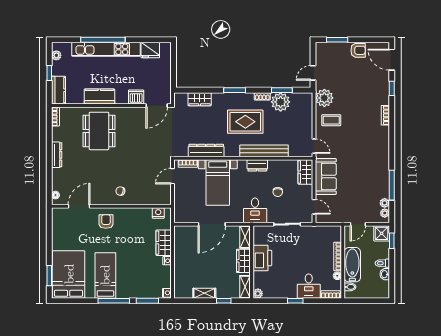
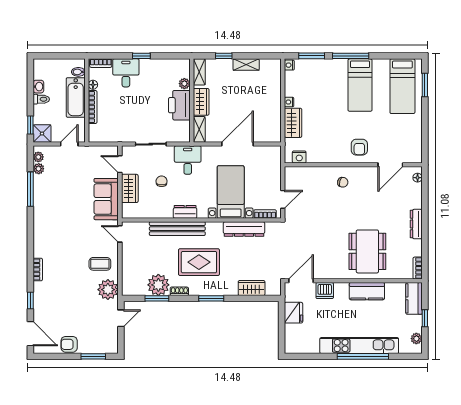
fridge: (150, 50) -> (294, 313), moved, turned 90
wardrobe: (305, 172) -> (130, 188), moved
bed: (69, 274) -> (402, 86), width x0.67
plant: (258, 294) -> (184, 84), moved

